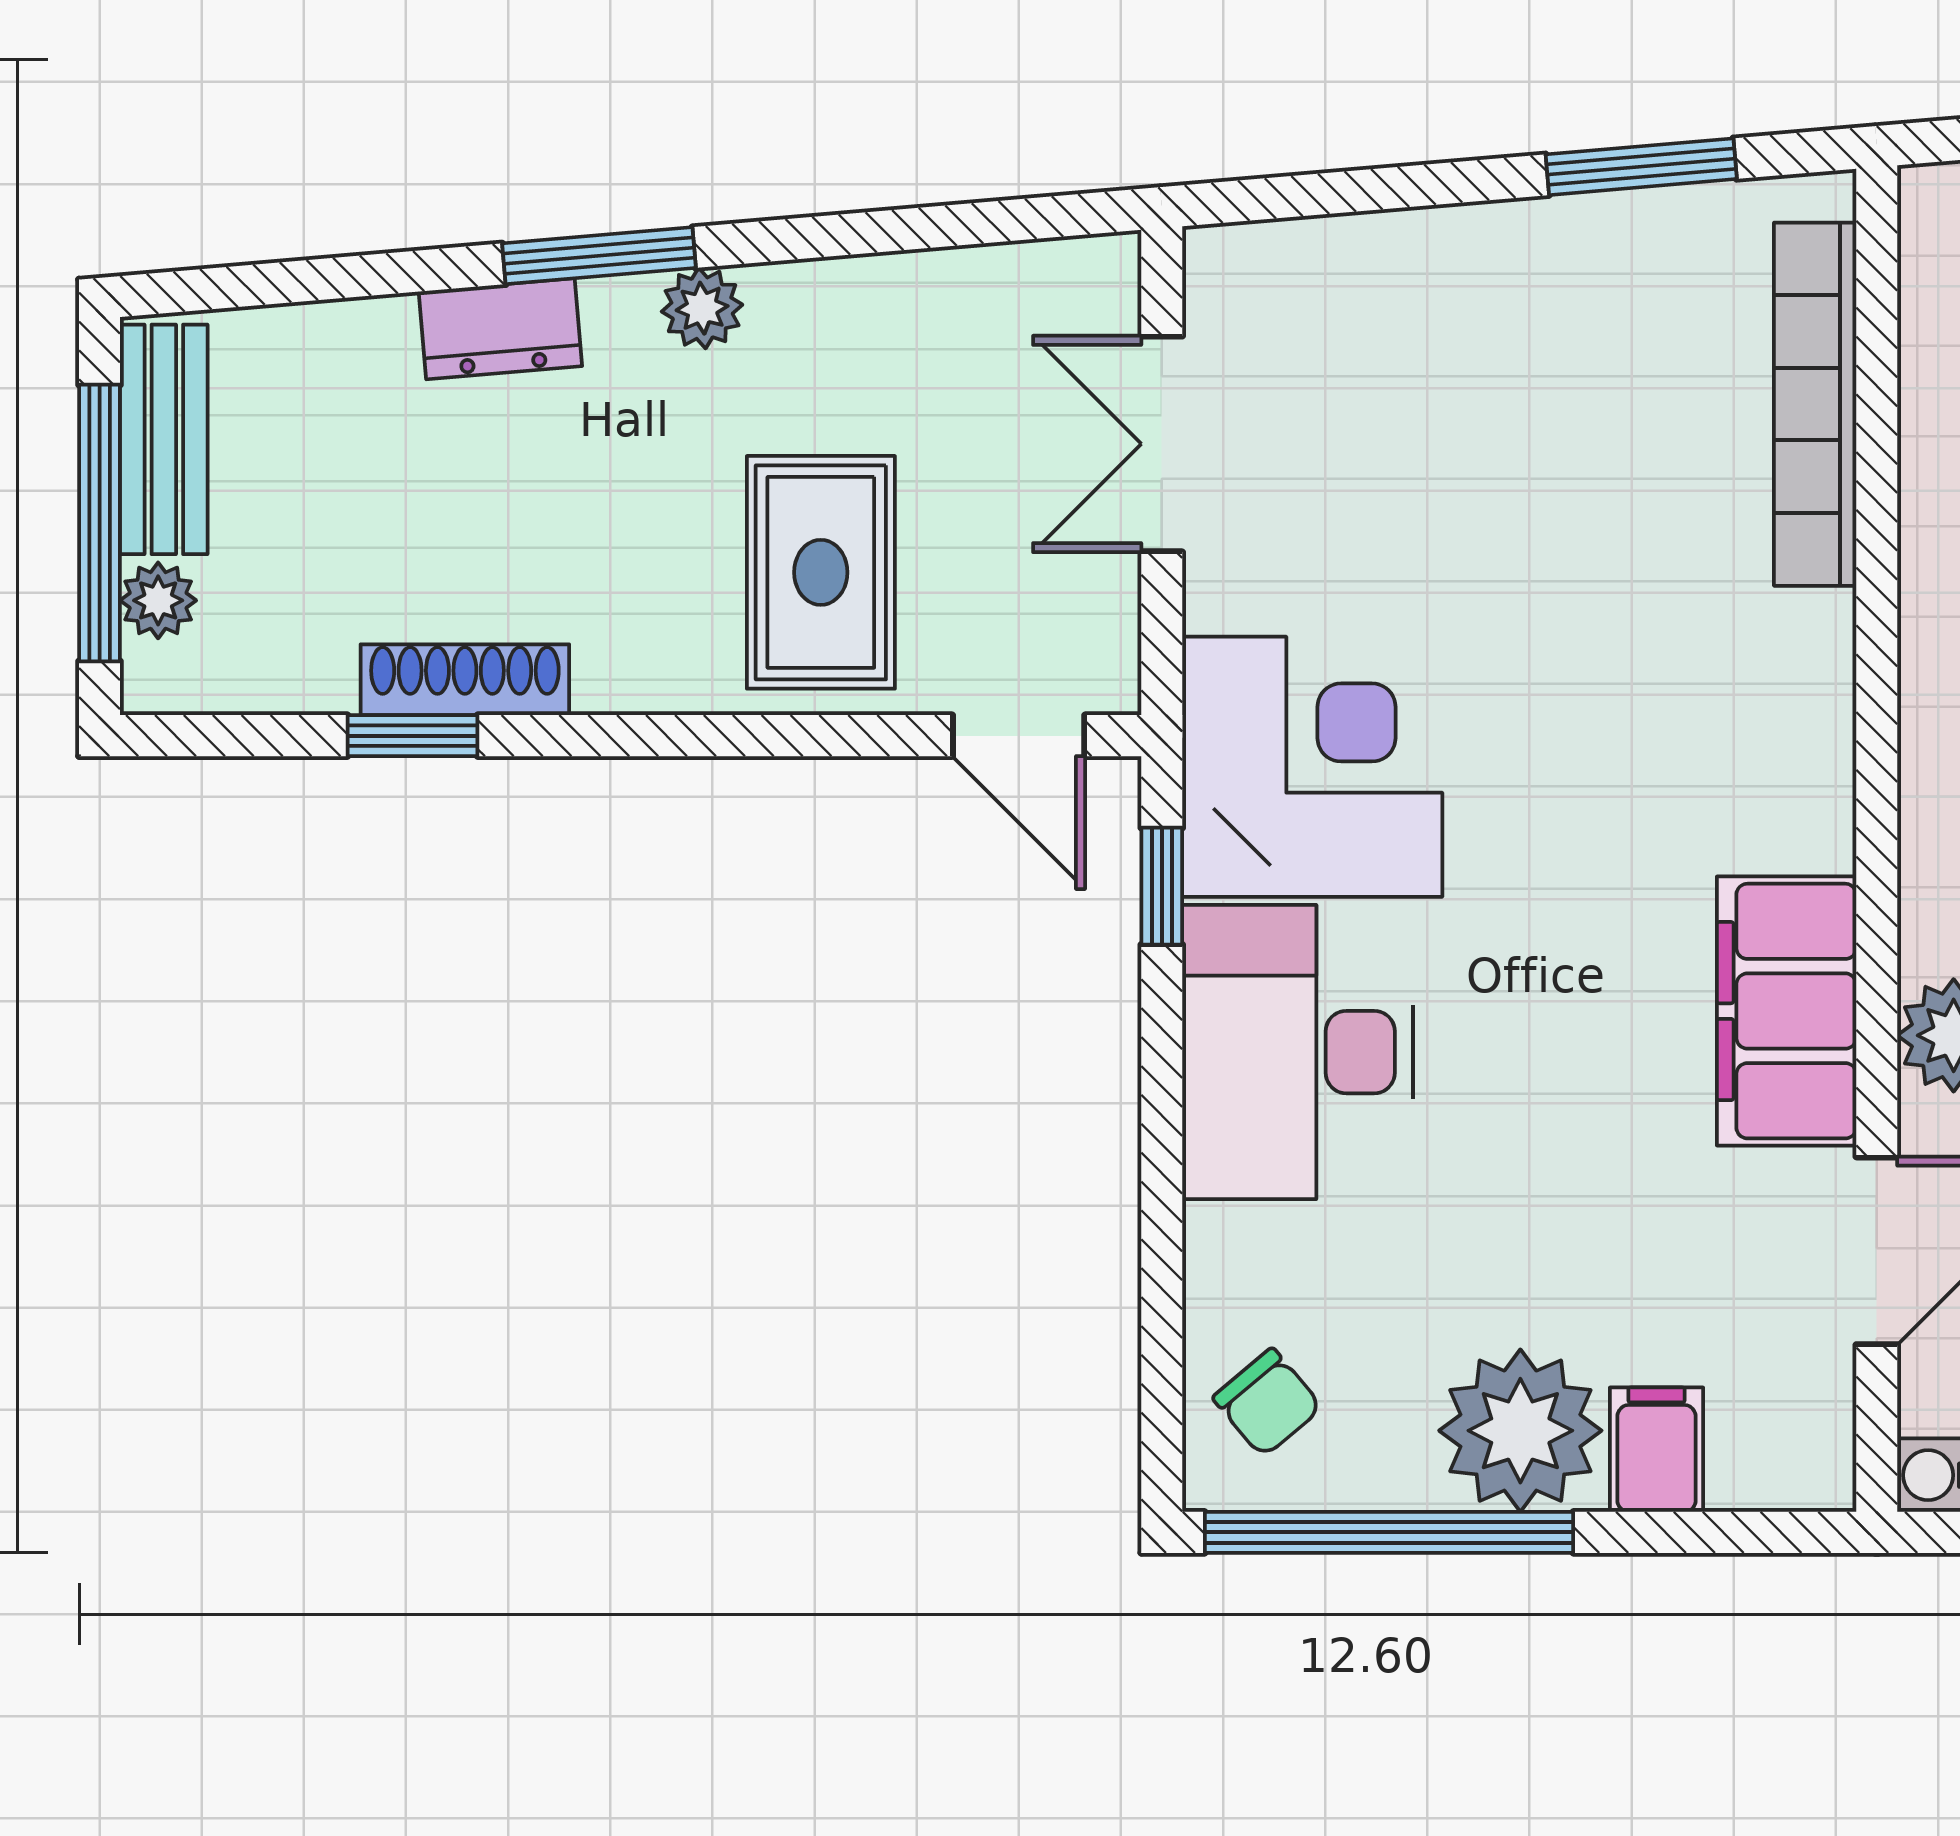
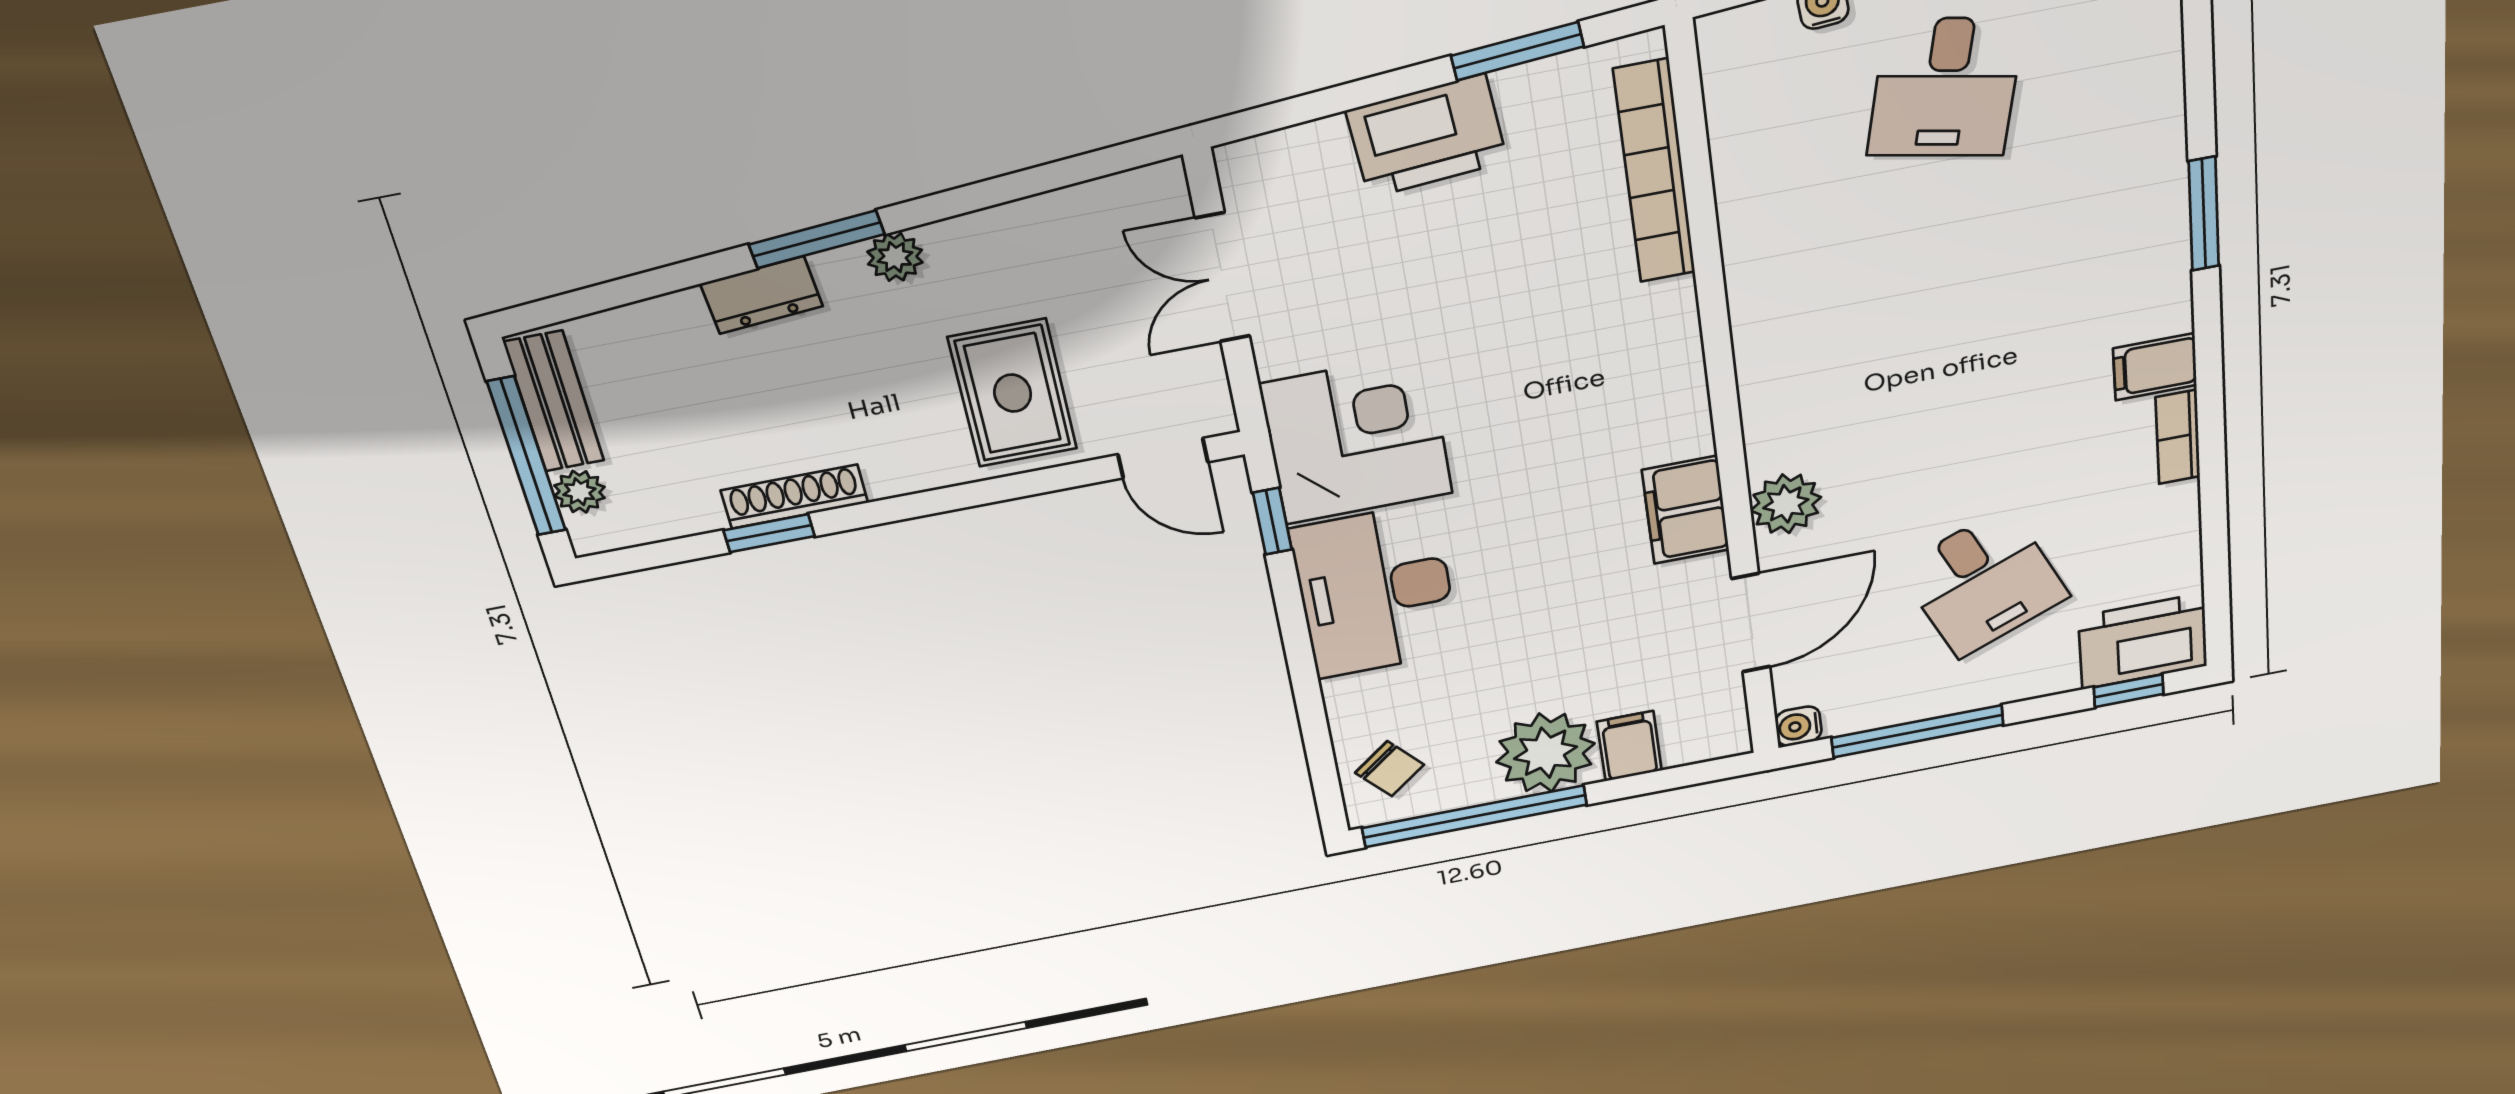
printer: (1493, 275) -> (1427, 136), added
filing cabinet: (1787, 1011) -> (1686, 510), width x0.67, depth x0.86

